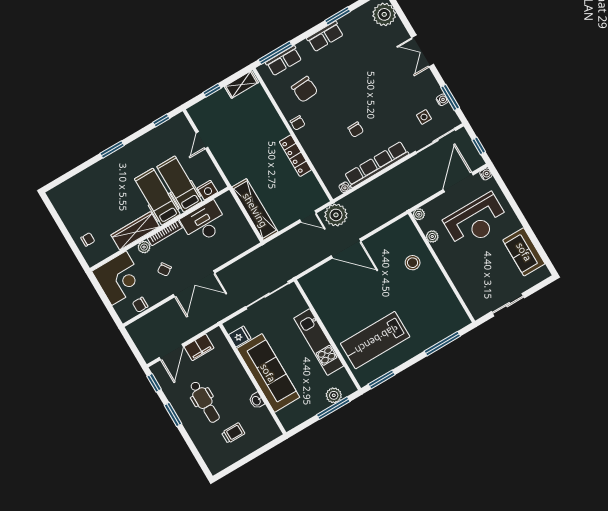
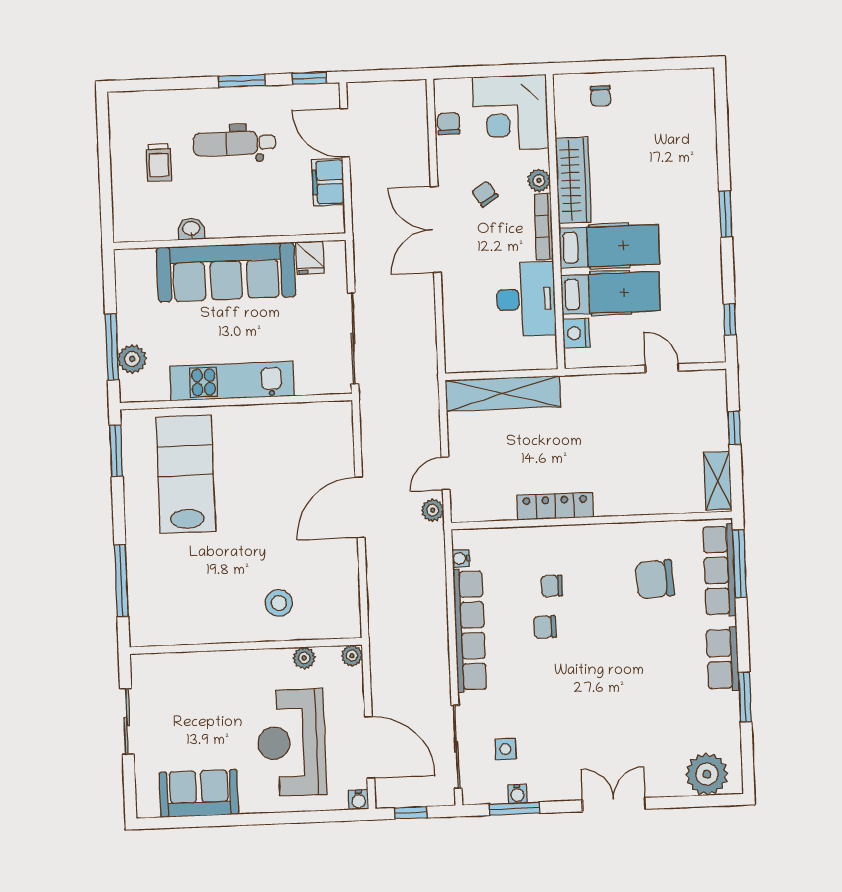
row of seats: (284, 61) -> (719, 570), width x1.48
chair: (298, 123) -> (552, 586), moved
plant: (336, 215) -> (433, 510), width x0.53, depth x0.53

